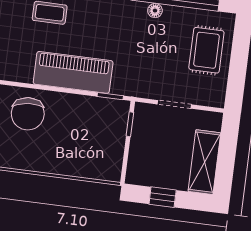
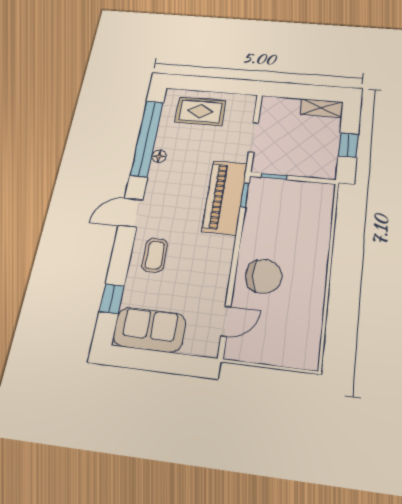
piano: (73, 72) -> (225, 197), moved
shelving: (204, 162) -> (322, 108), width x0.67, depth x0.75

